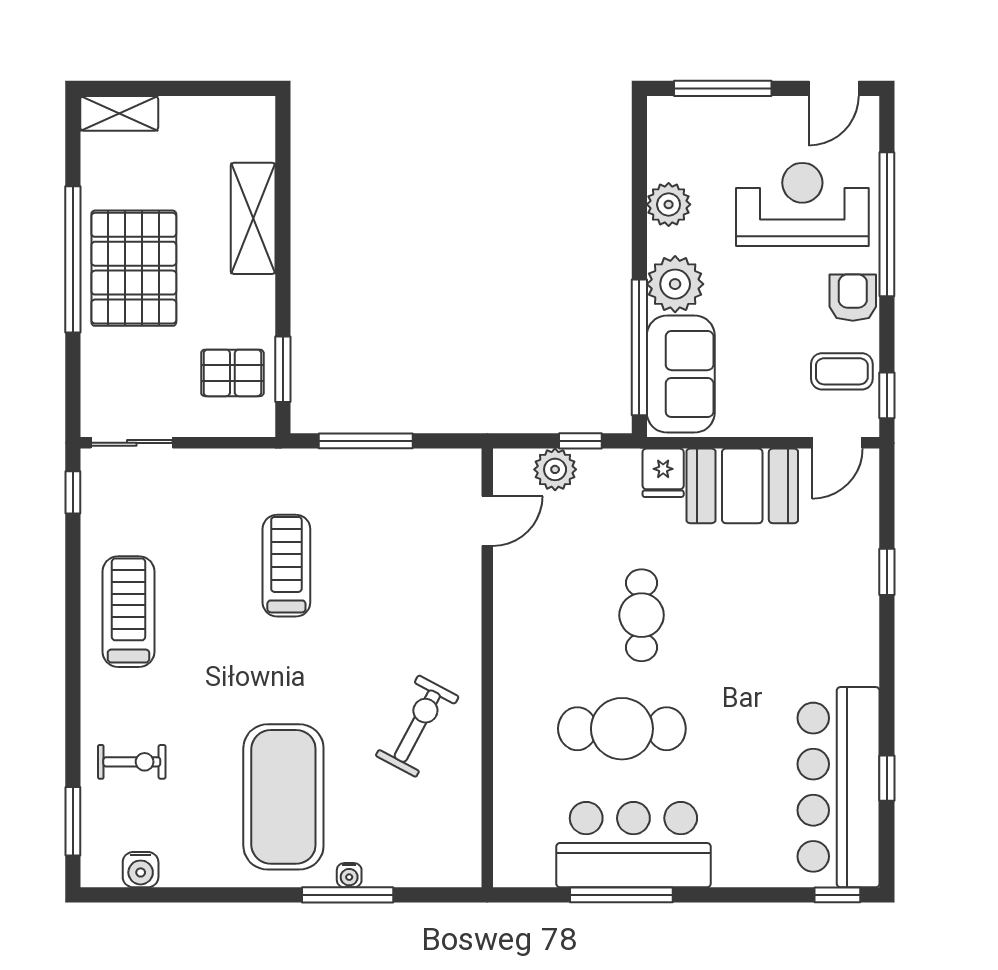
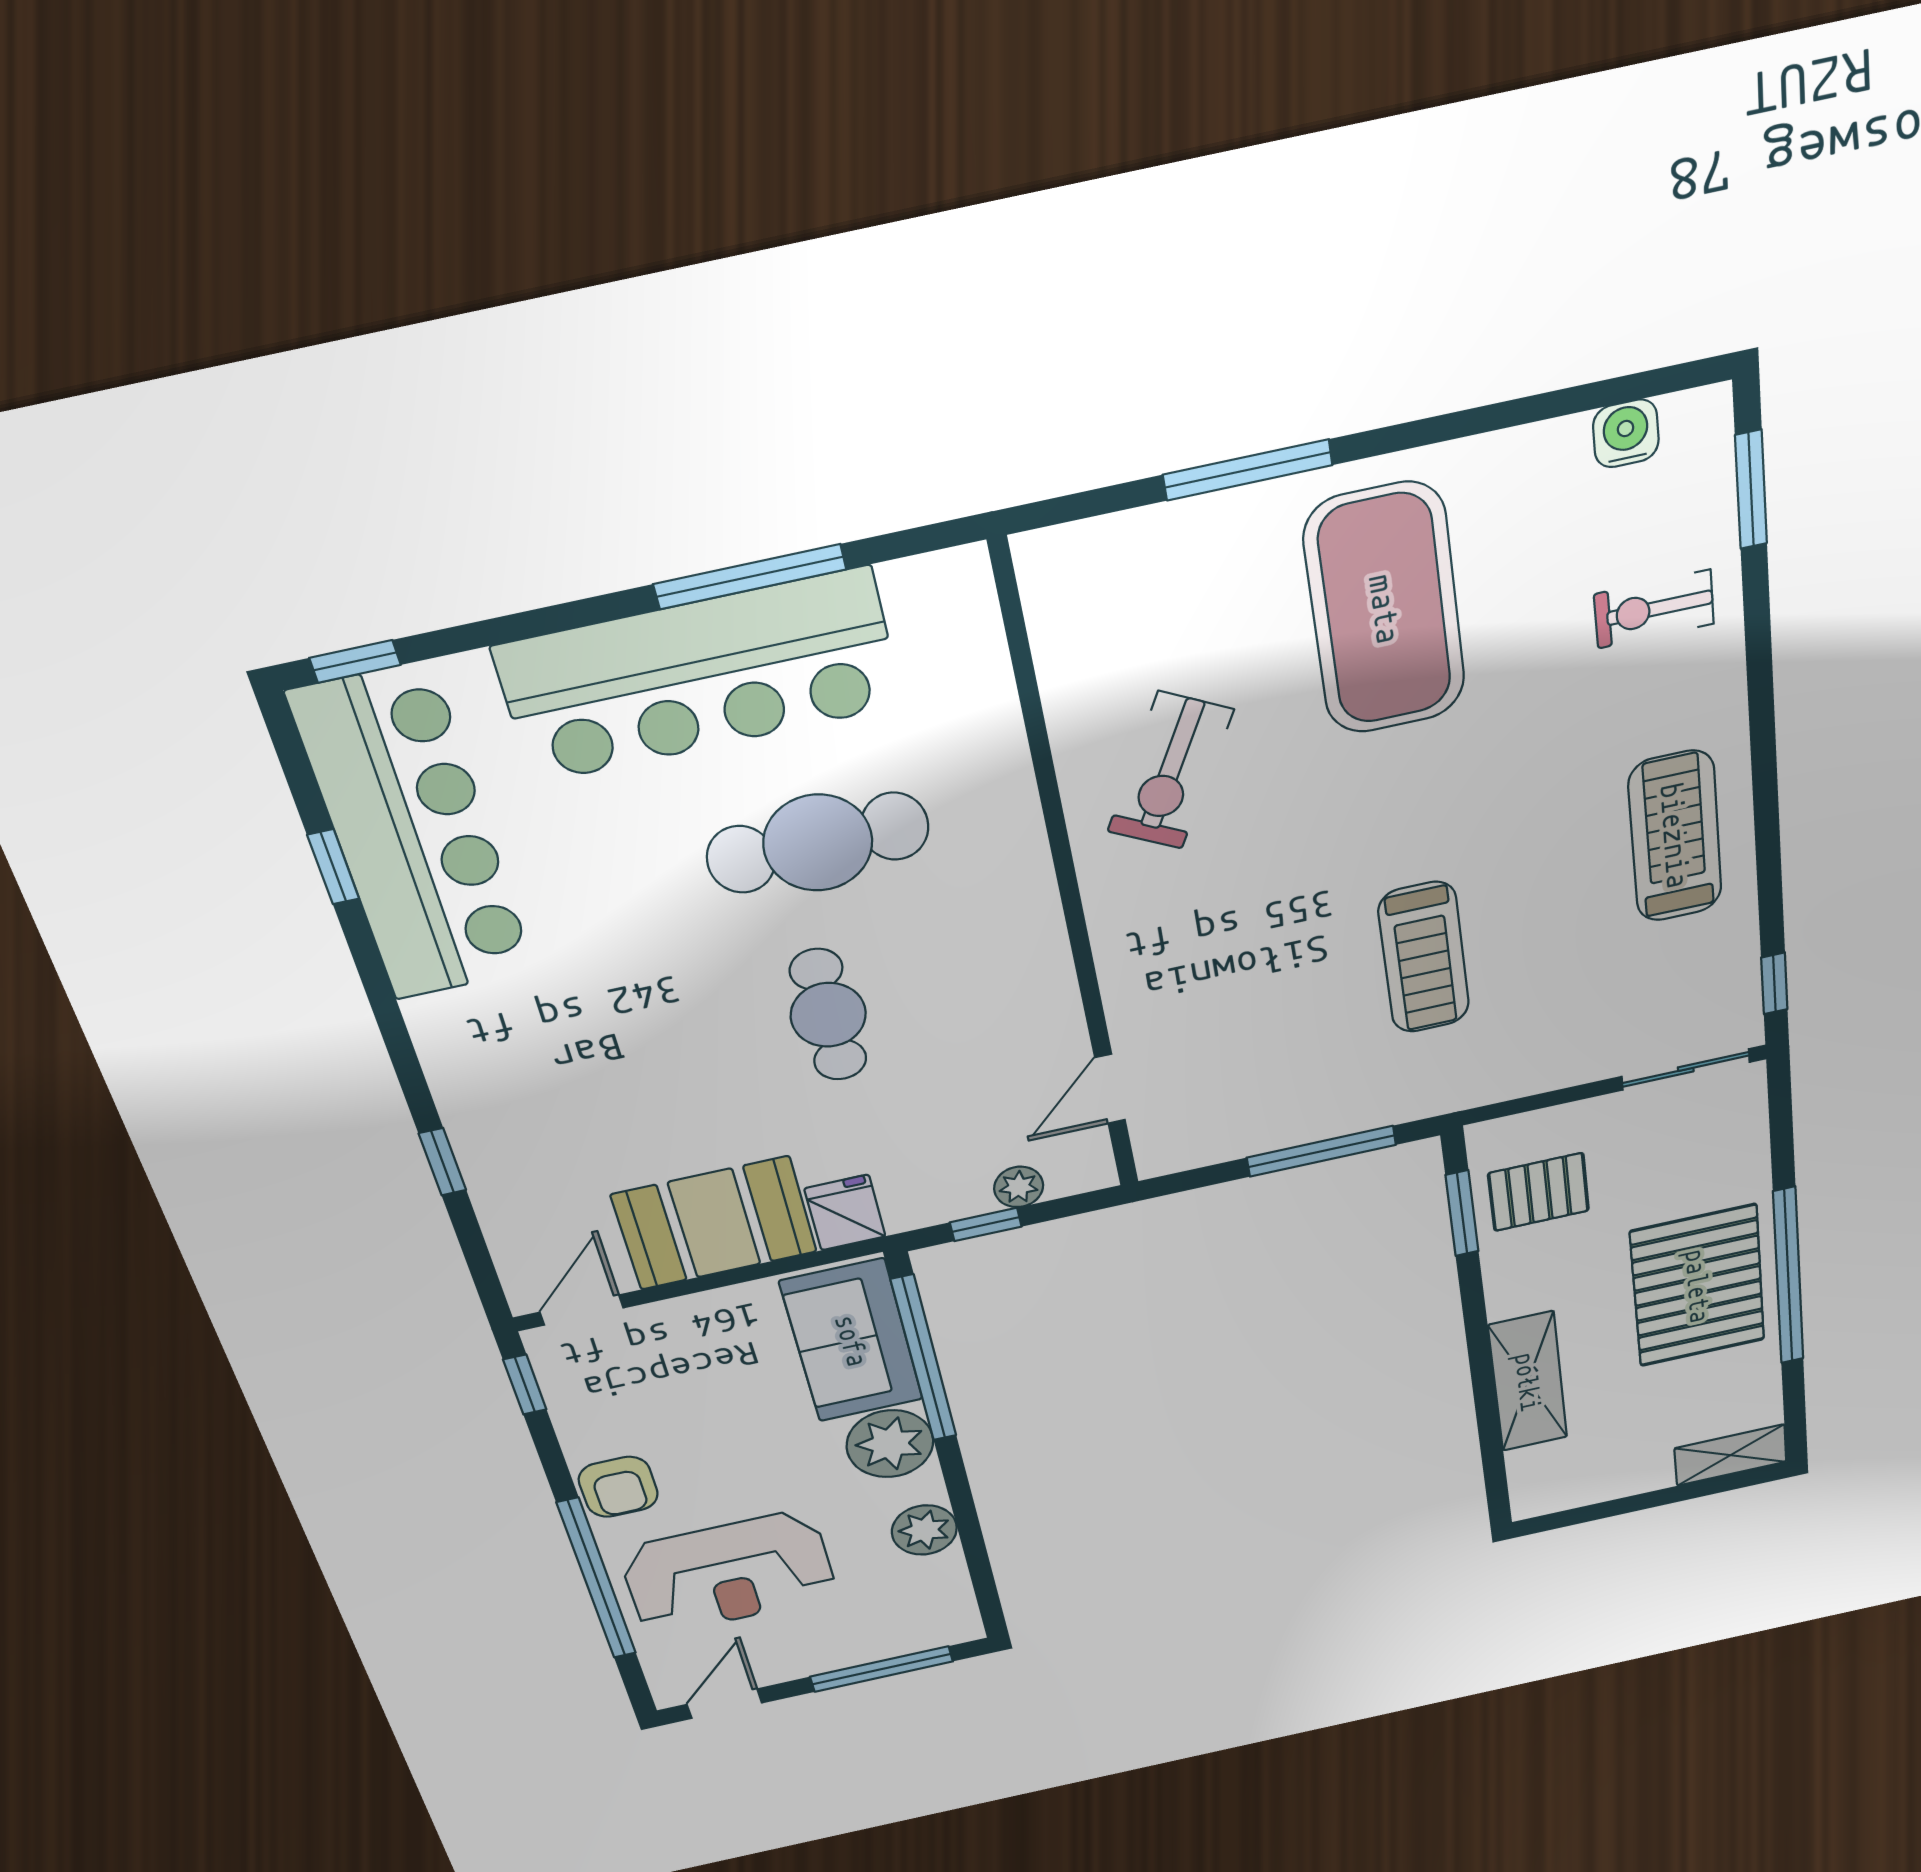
coffee table: (842, 371) -> (605, 1398), removed
plant: (555, 469) -> (1019, 1187), width x0.73, depth x0.73
treadmill: (128, 612) -> (1675, 836), turned 180
bar counter: (633, 845) -> (700, 676), width x1.36
water cooler: (349, 875) -> (1250, 504), removed

